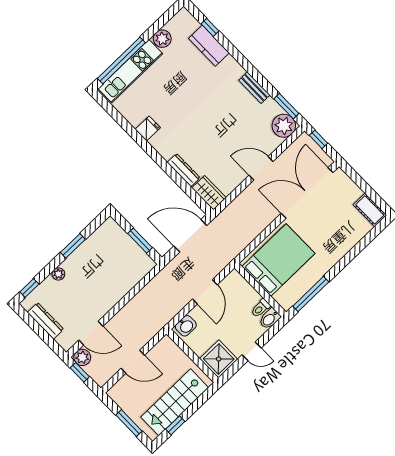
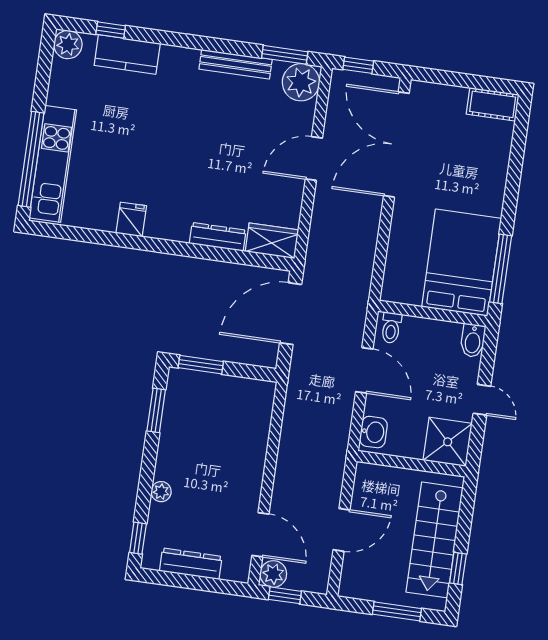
plant: (162, 39) -> (68, 45), moved
bench: (254, 88) -> (236, 64), width x1.36
window: (140, 241) -> (201, 365), moved
window: (73, 246) -> (156, 410), moved
bed: (278, 260) -> (462, 263), moved
toilet: (261, 308) -> (391, 328), moved
door: (91, 333) -> (260, 535), hinge flipped
door: (252, 351) -> (482, 400), hinge flipped

